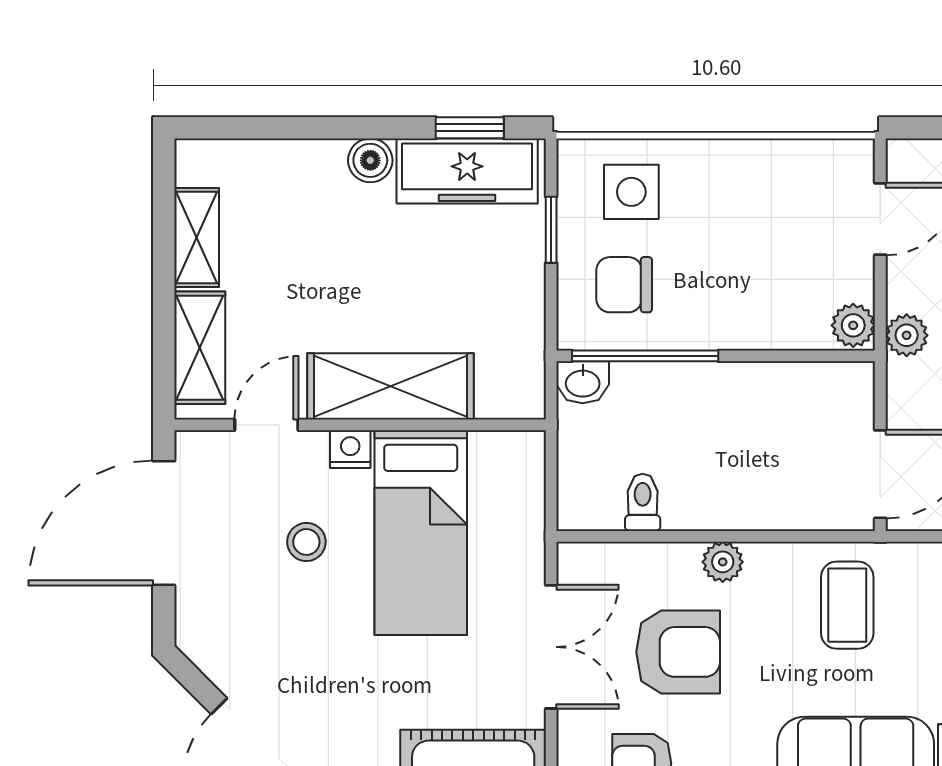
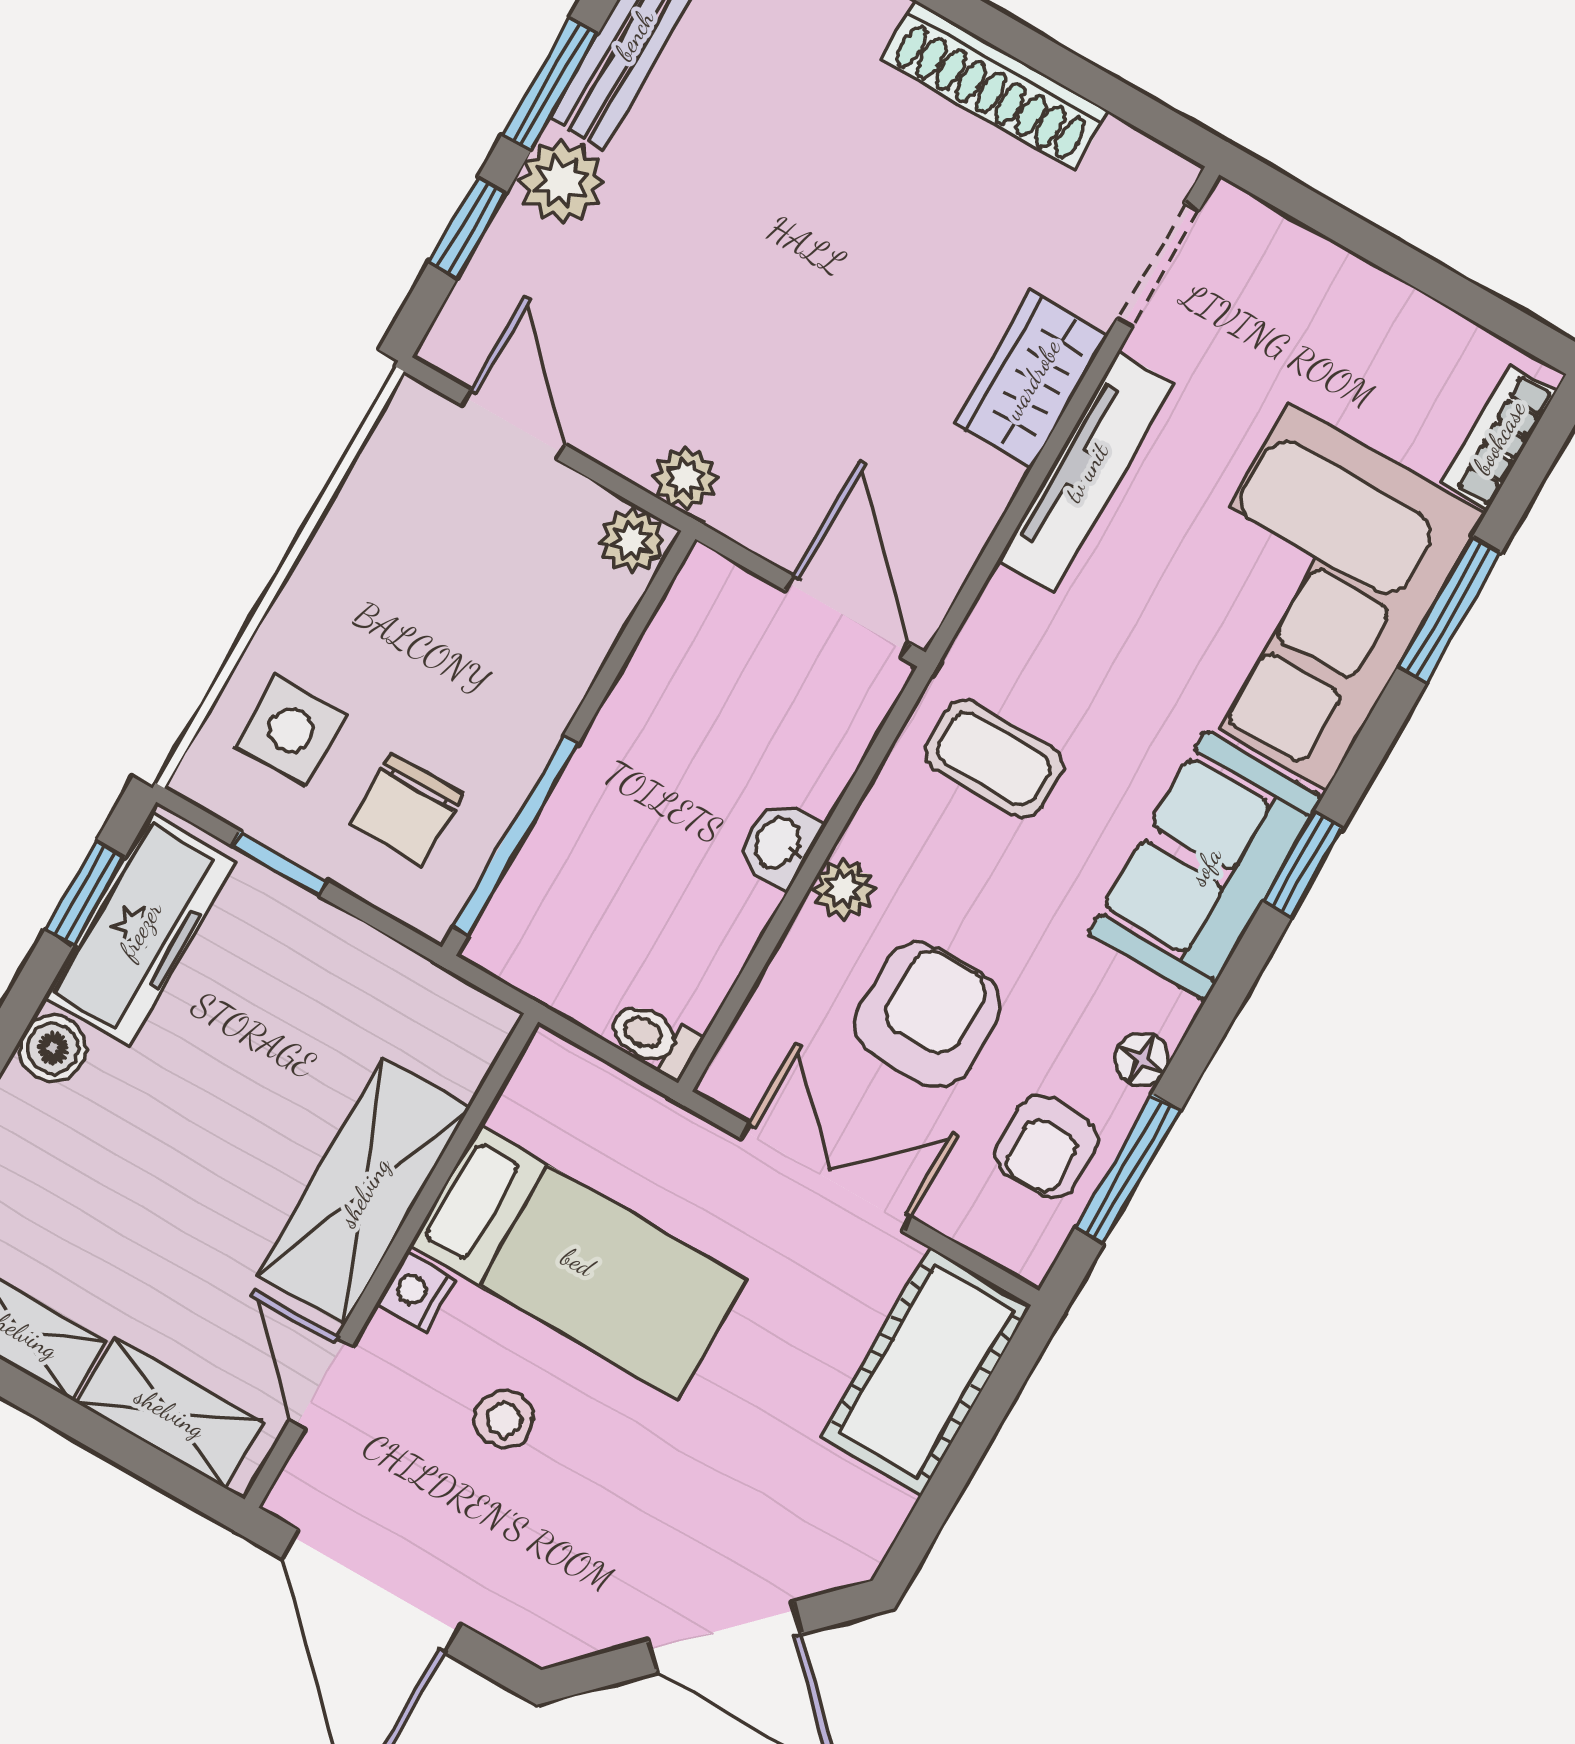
washbasin: (583, 382) -> (779, 844), moved, turned 180
toilet: (643, 502) -> (654, 1039), moved

